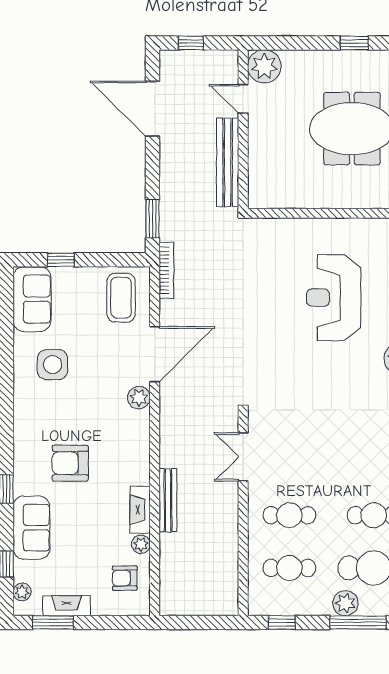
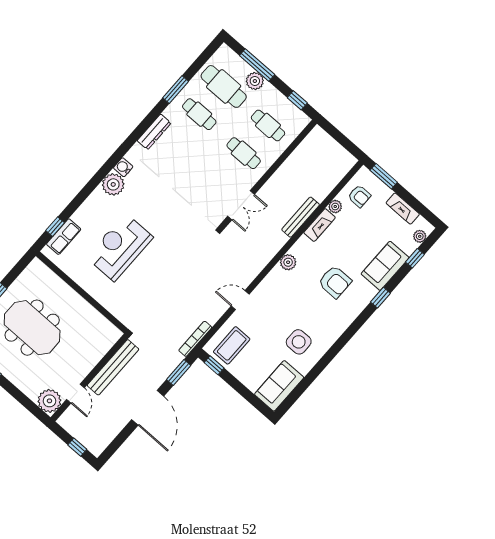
door: (152, 109) -> (148, 408), moved
window: (61, 260) -> (214, 365), moved
reception desk: (334, 298) -> (120, 247), turned 180
door: (155, 354) -> (240, 300), width x0.53
plant: (139, 398) -> (288, 262), moved
window: (53, 622) -> (384, 176), moved

